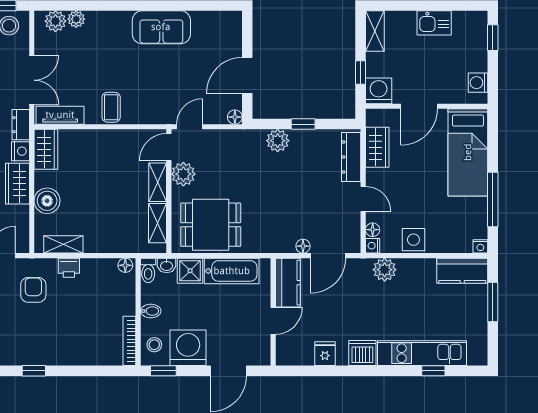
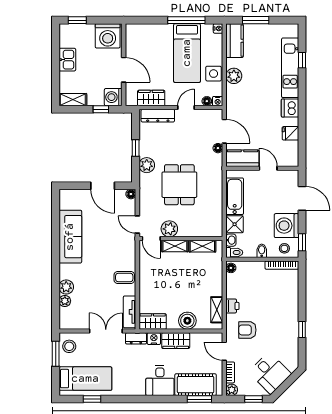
plant: (55, 21) -> (66, 287), moved
sofa: (161, 27) -> (70, 237), width x1.36
washing machine: (478, 83) -> (108, 36), width x1.89, depth x1.89
bed: (468, 152) -> (187, 53), moved, turned 90
dining table: (211, 225) -> (179, 185), moved
plant: (385, 270) -> (234, 76), moved

